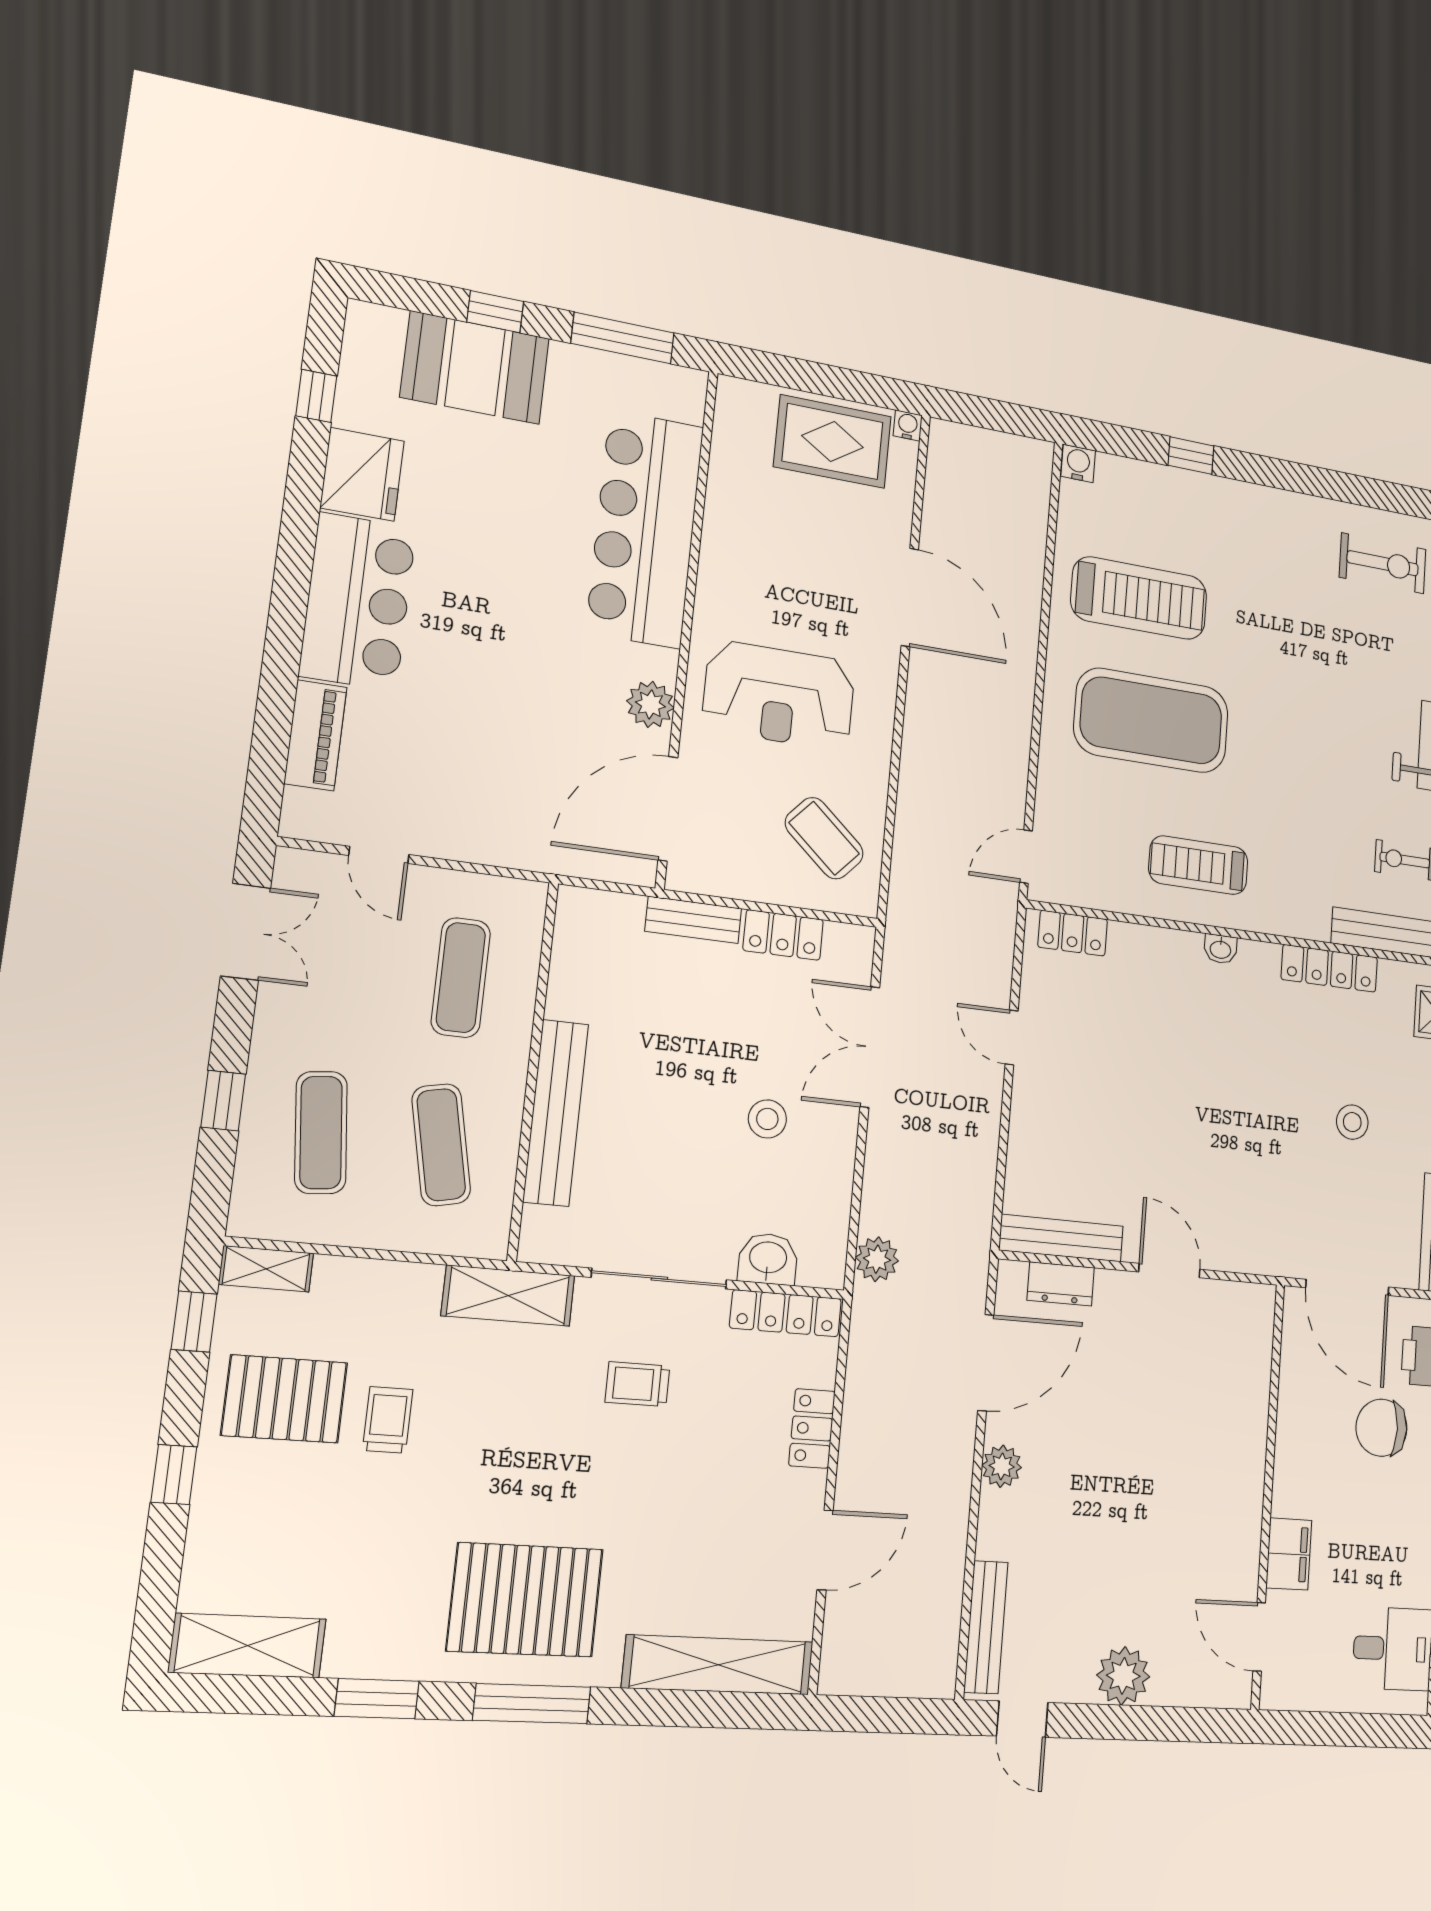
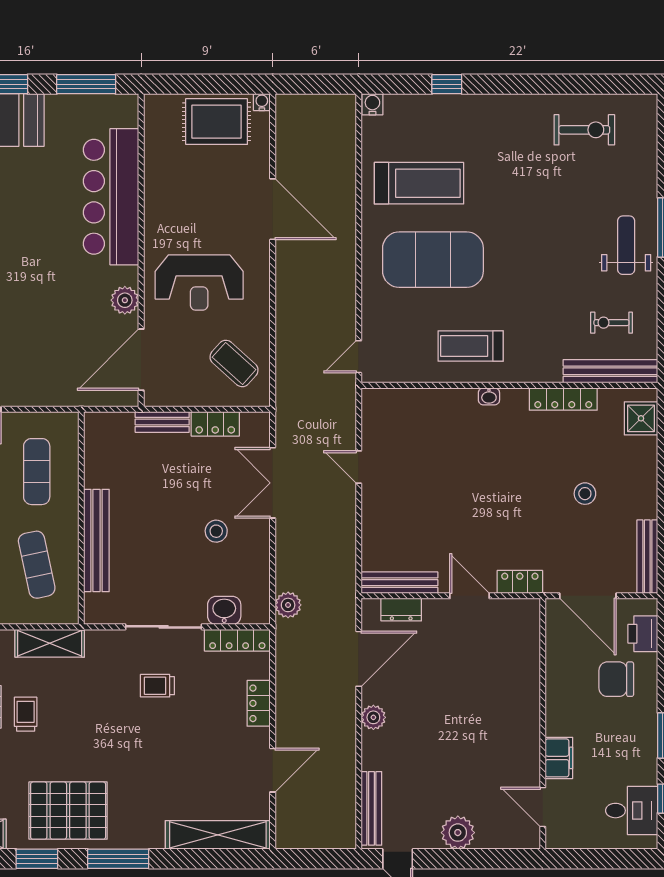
locker: (1073, 933) -> (520, 582), moved, turned 180
shelving: (508, 1296) -> (50, 643), moved
pallet: (525, 1600) -> (68, 811), moved

